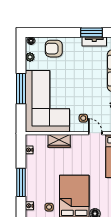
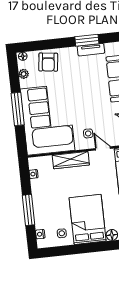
armchair: (54, 49) -> (48, 62), turned -83
wardrobe: (59, 141) -> (71, 160), width x1.50

